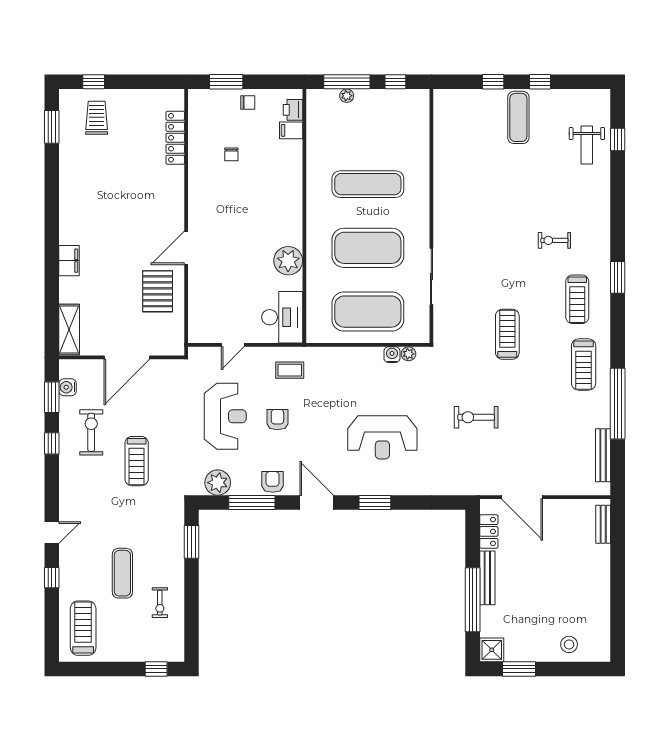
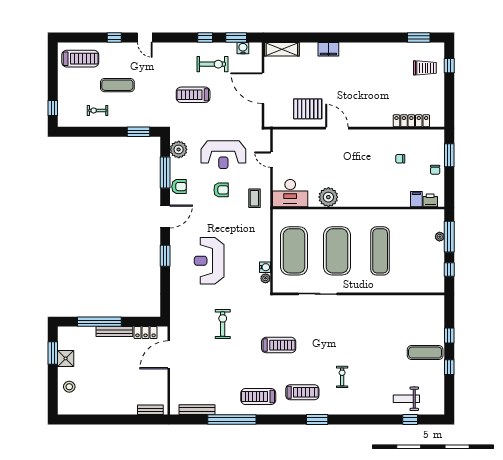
treadmill: (577, 299) -> (302, 392), turned 180
shower: (492, 650) -> (66, 358), moved

